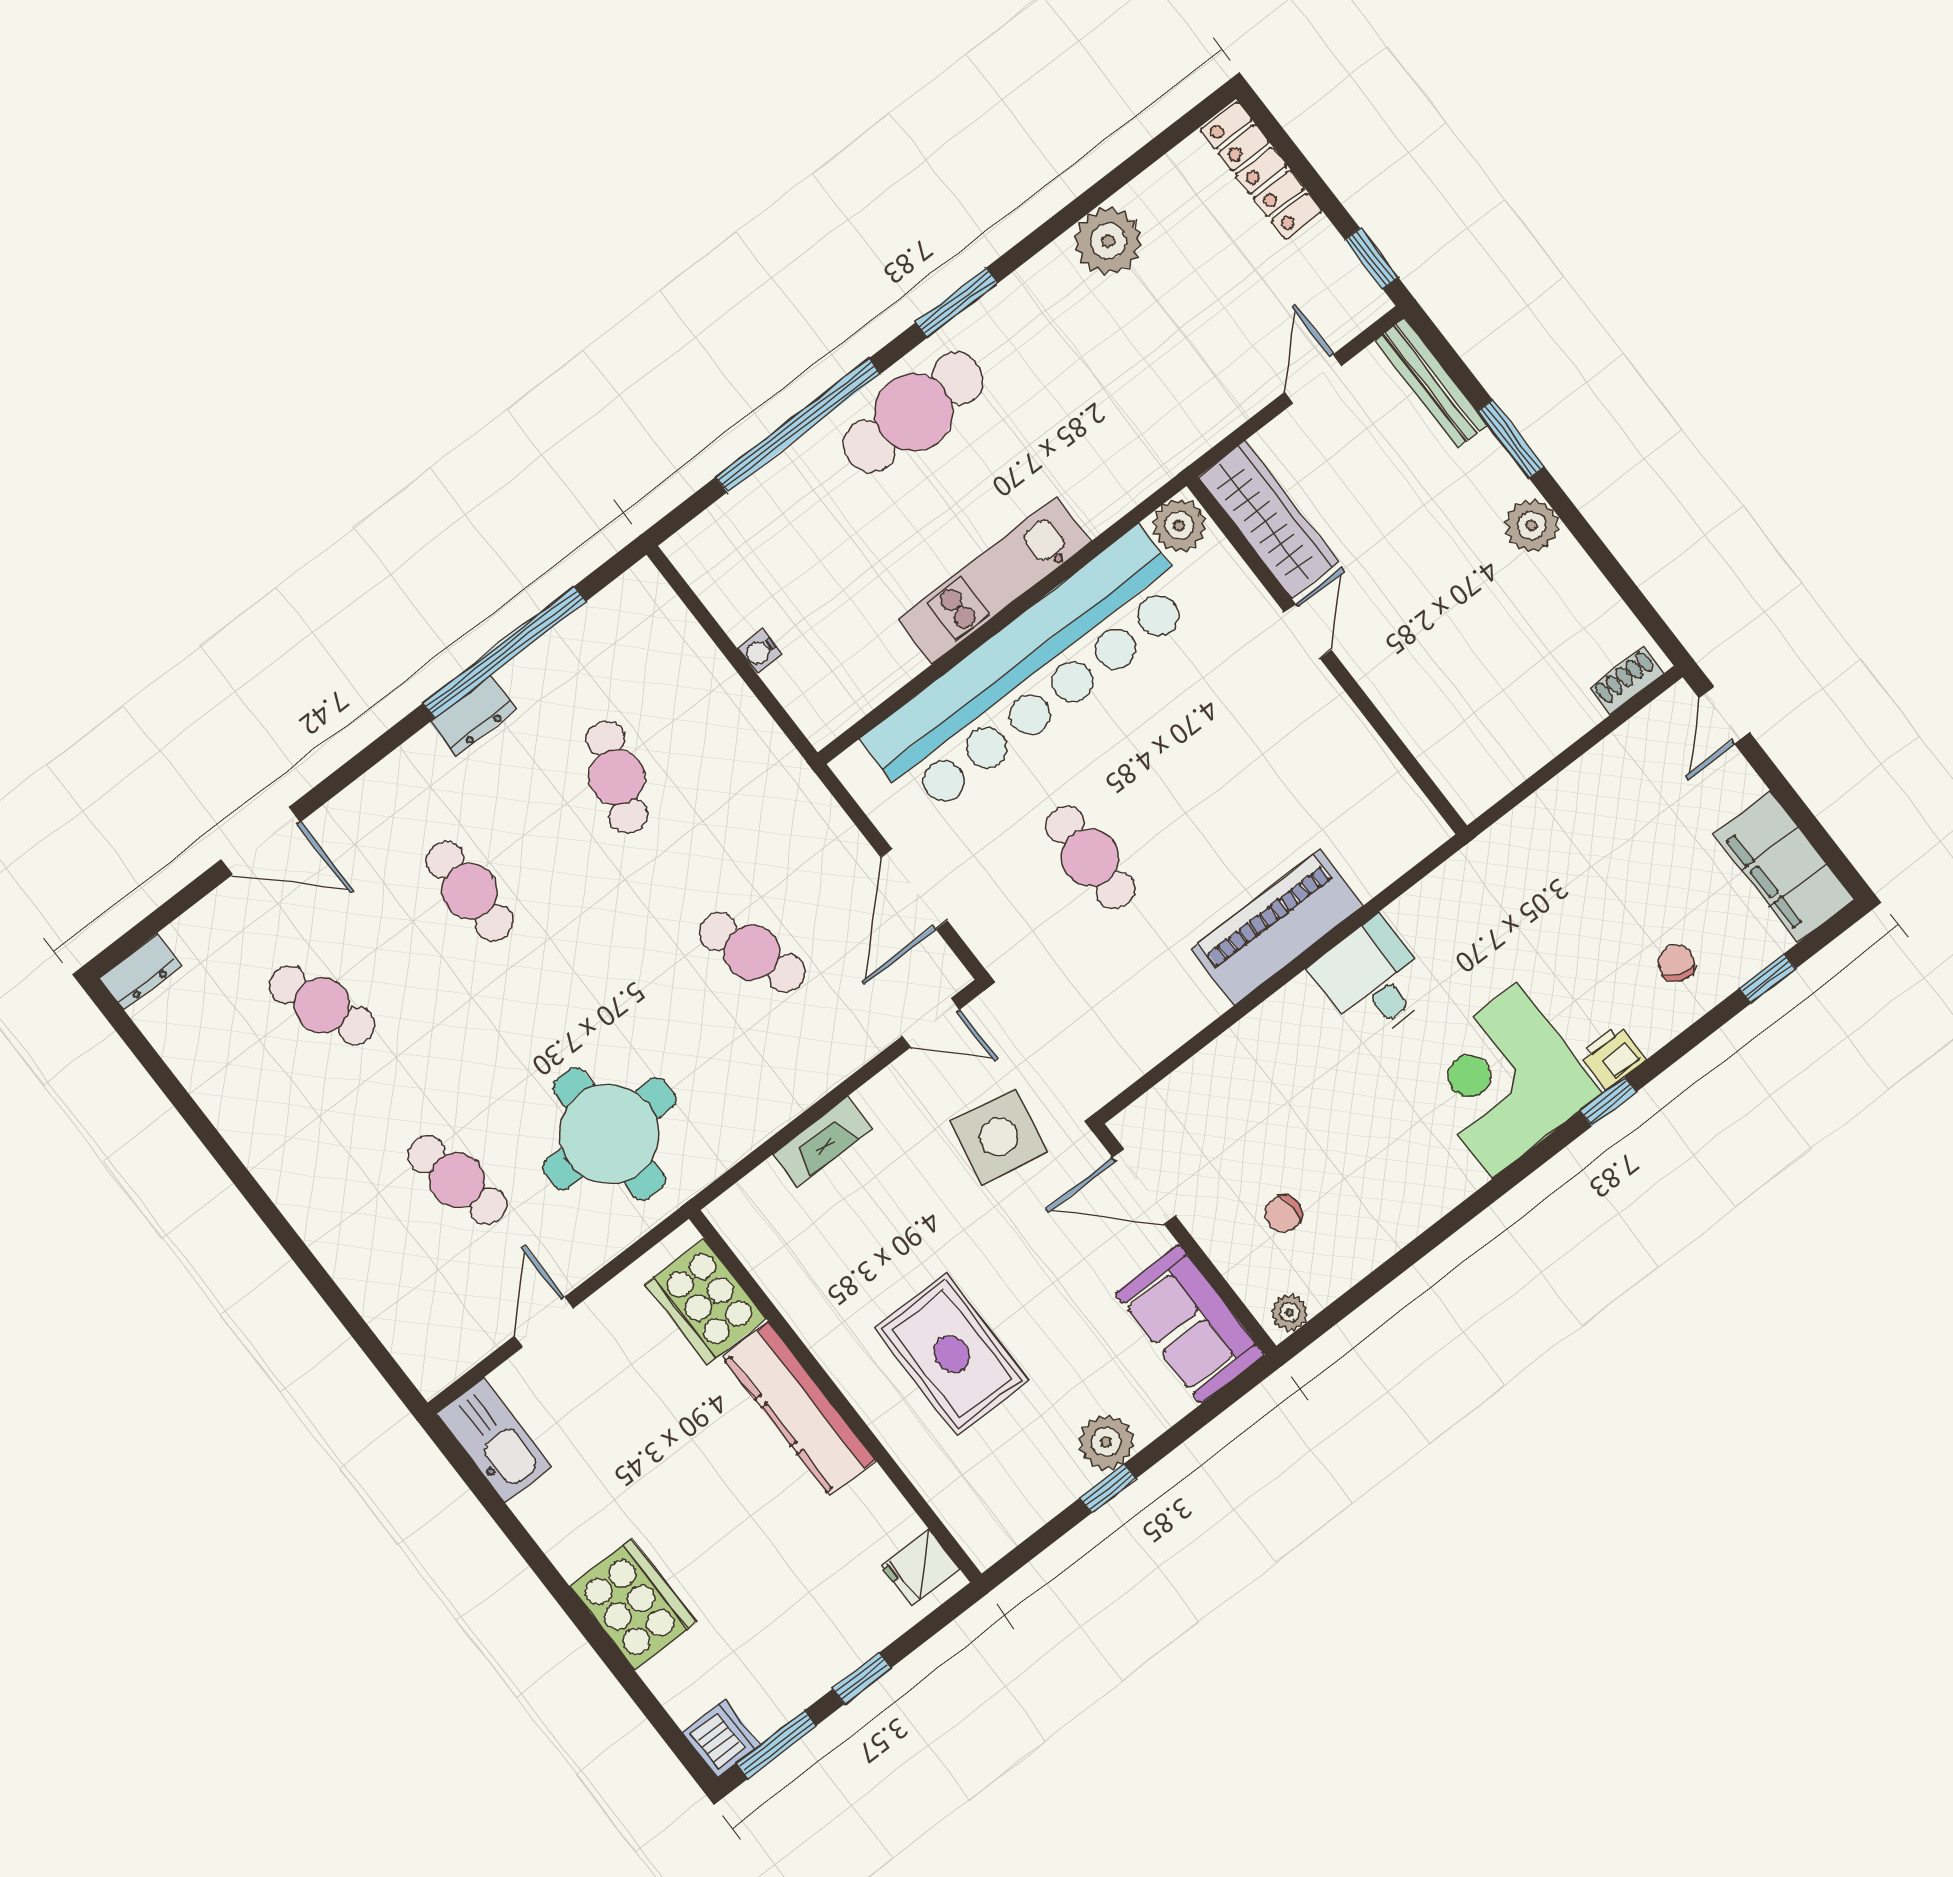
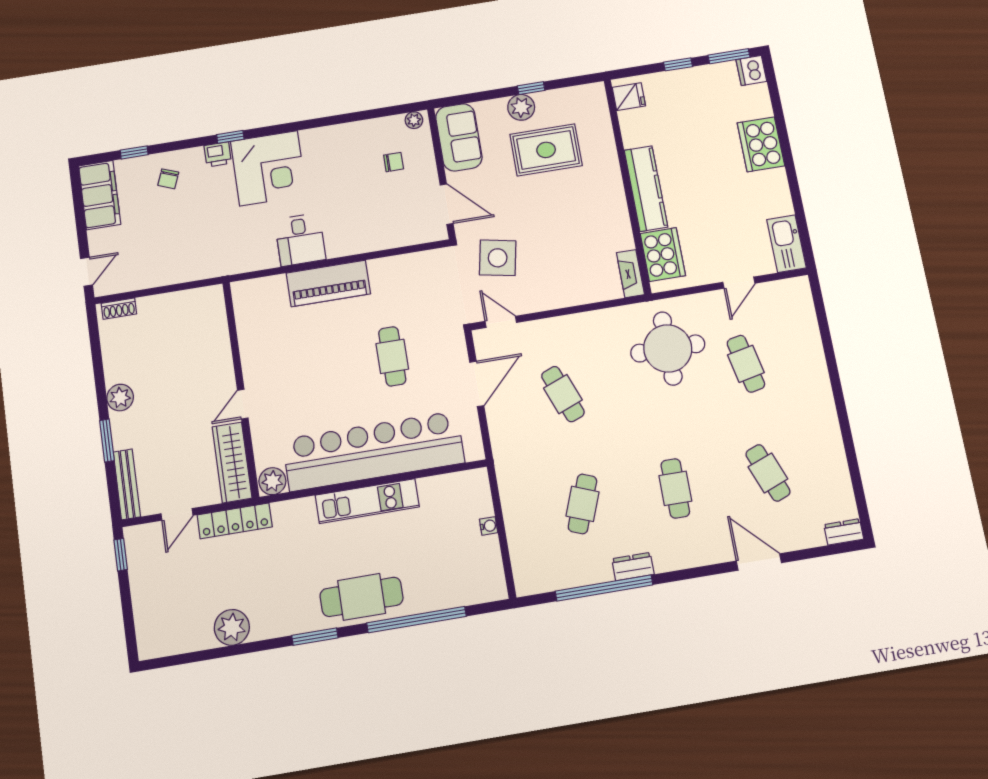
locker: (1261, 171) -> (235, 521), moved, turned 90
fireplace: (822, 1141) -> (630, 274), moved, turned -90
rug: (952, 1354) -> (546, 150), moved, turned 90

